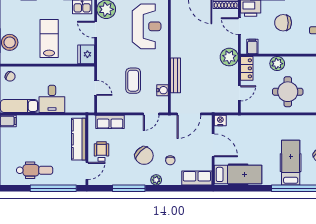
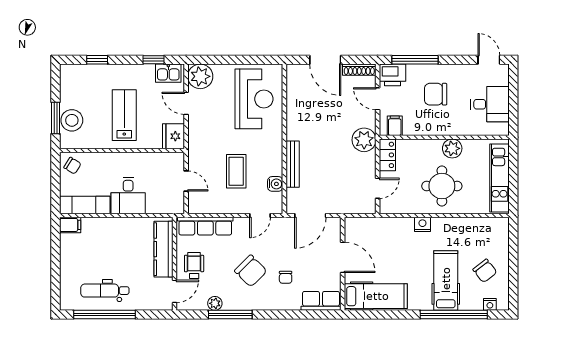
plant: (277, 64) -> (452, 148), moved
nightstand: (220, 121) -> (422, 224), moved
row of seats: (110, 122) -> (205, 226), width x1.48
dental chair: (35, 170) -> (105, 291), turned 180
plant: (156, 180) -> (215, 303), moved
window: (53, 188) -> (104, 315), moved

